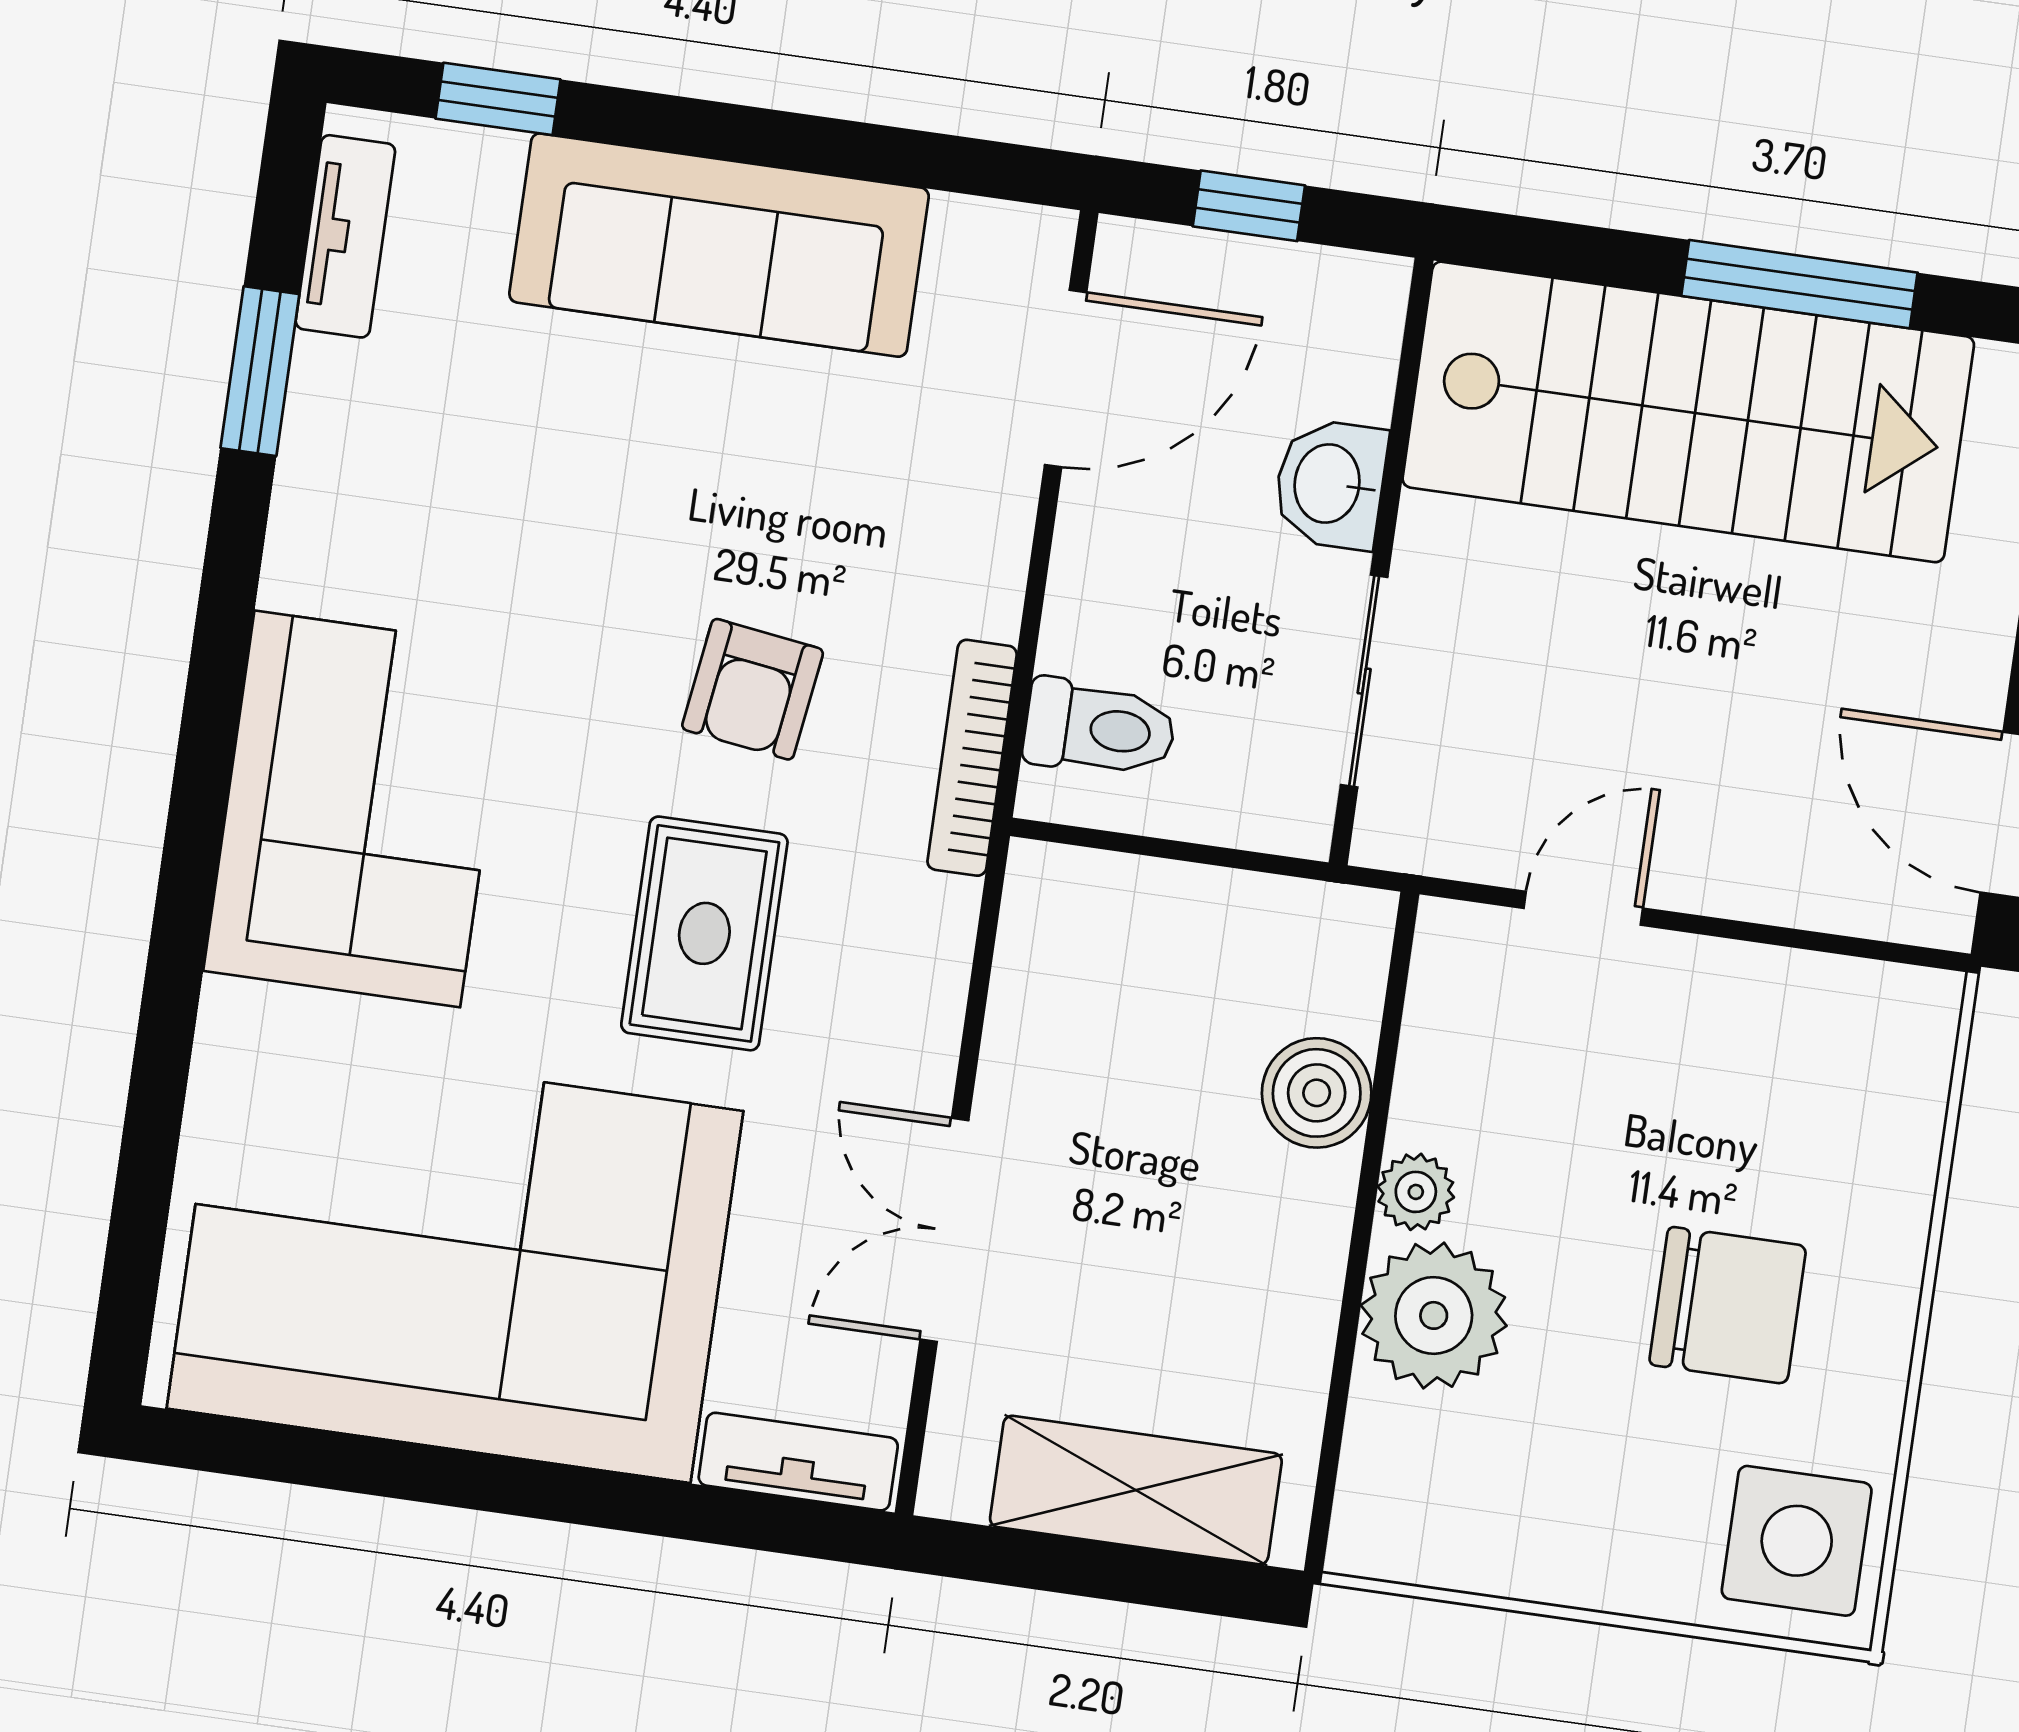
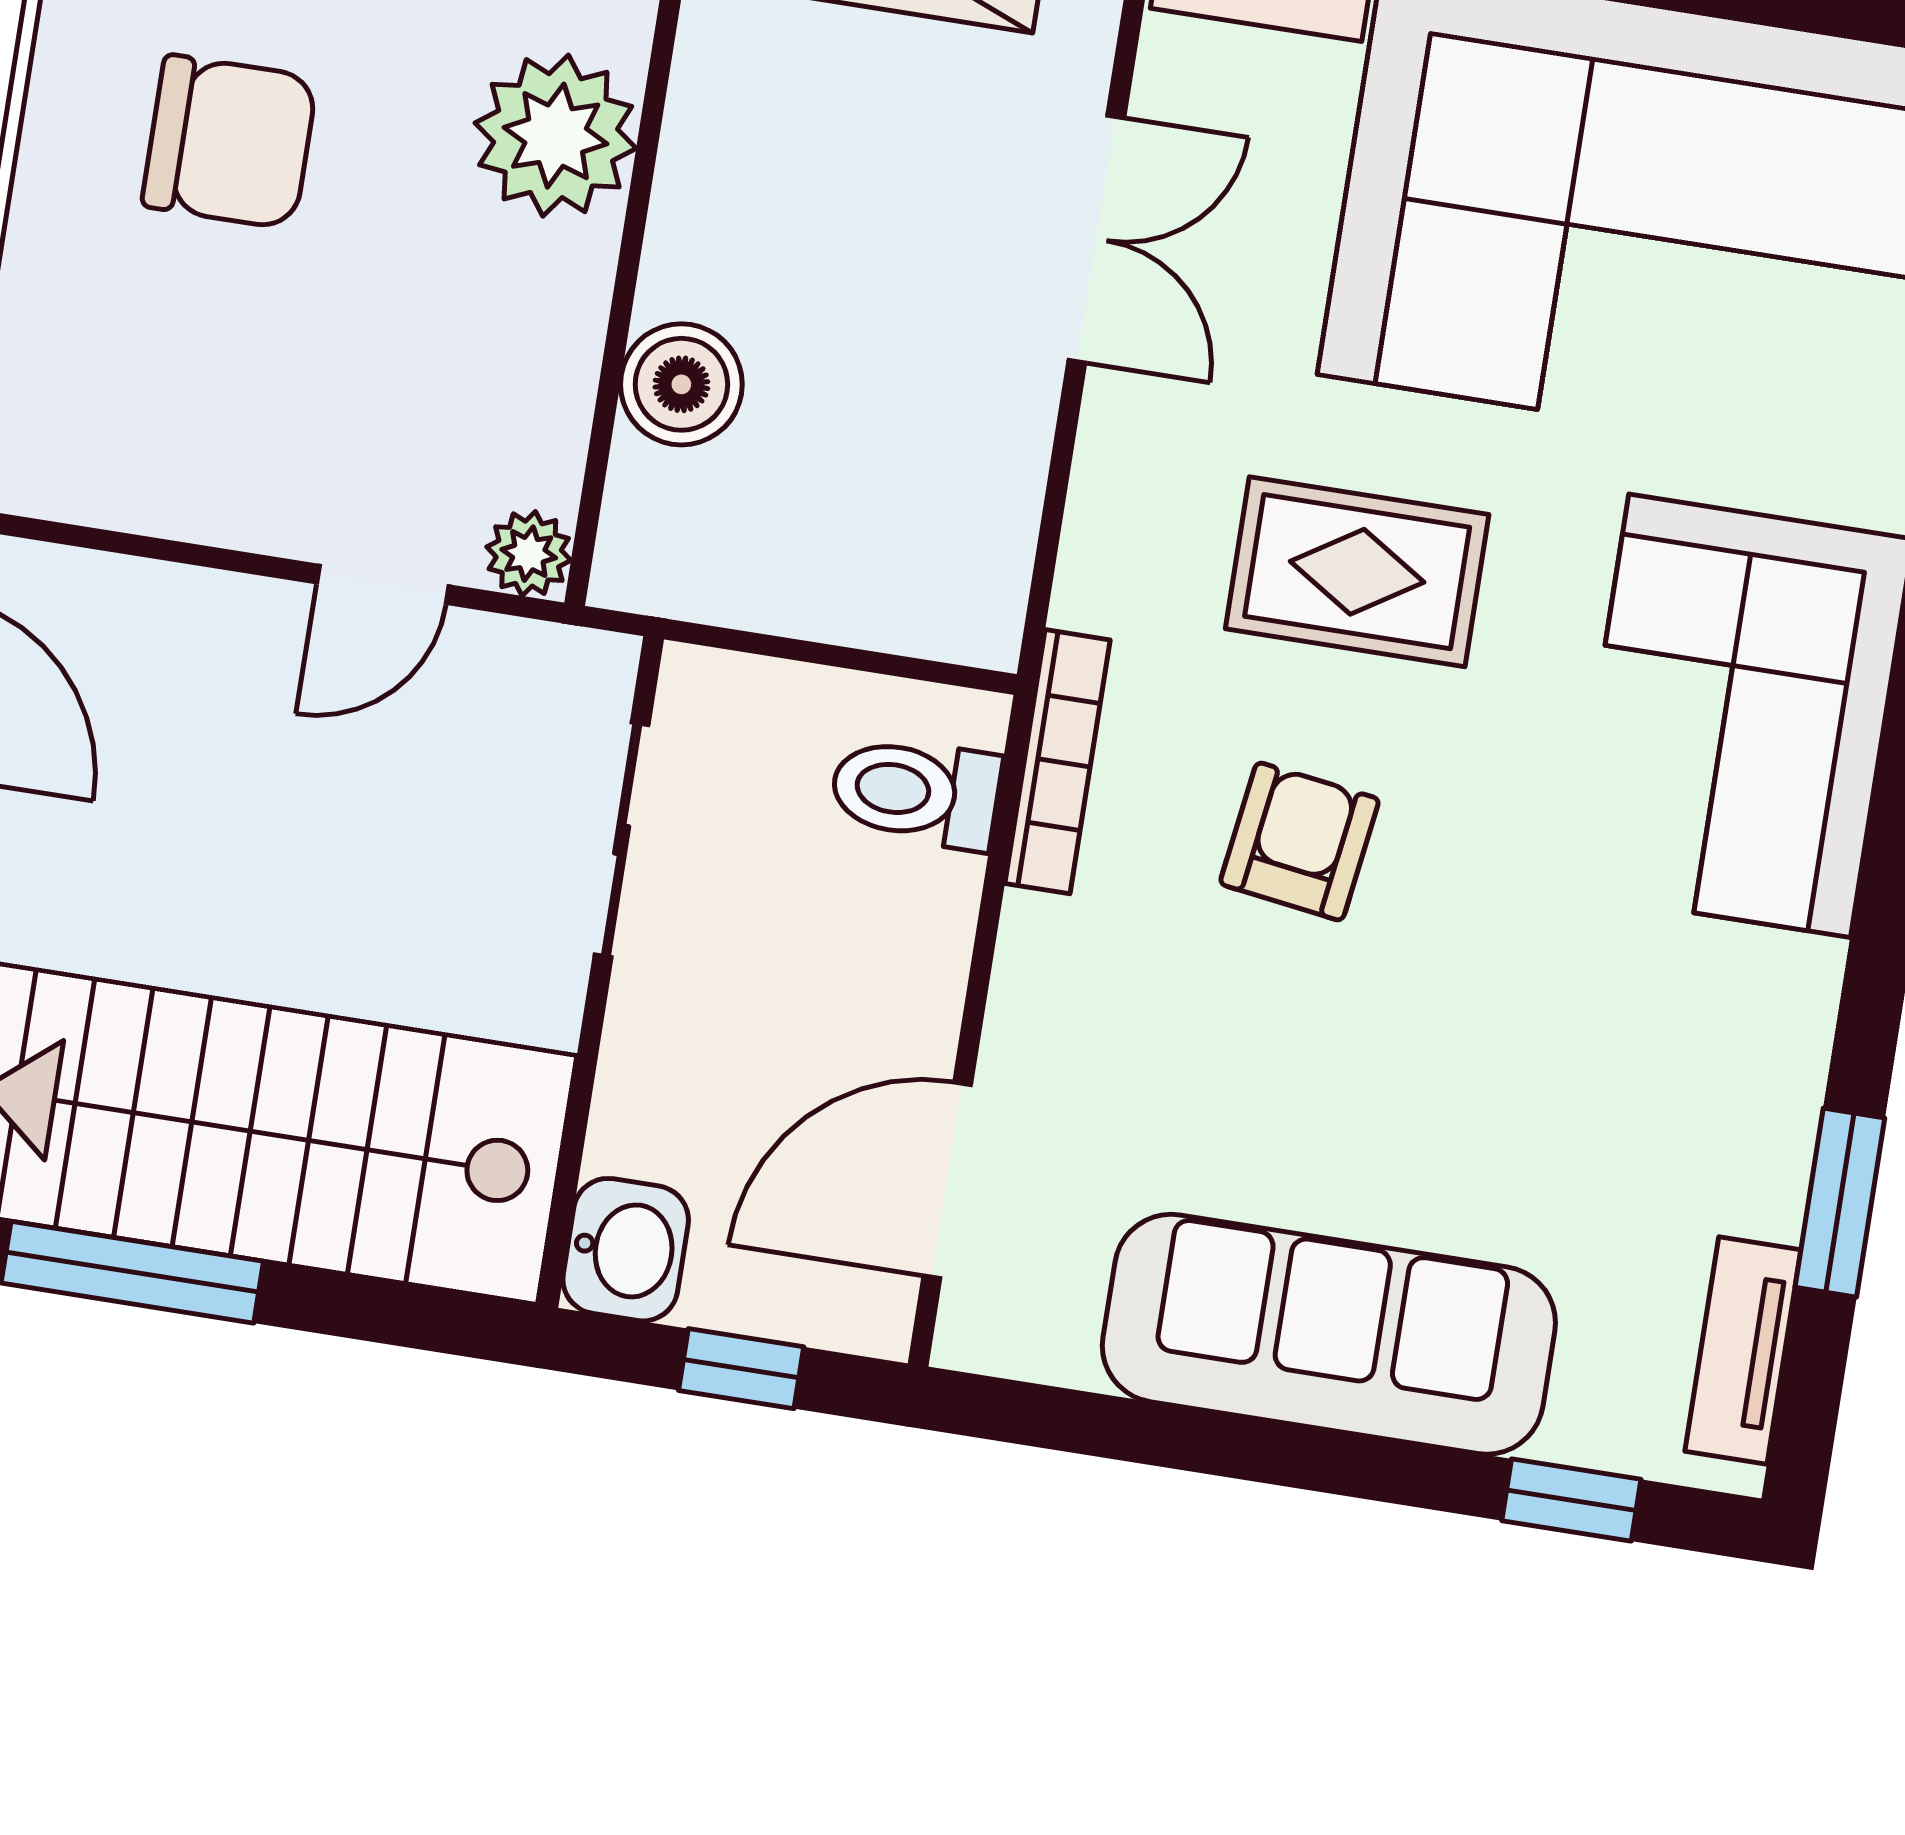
washbasin: (1330, 484) -> (626, 1250), moved
rug: (704, 933) -> (1357, 572), turned 90
plant: (1416, 1192) -> (529, 554), moved
chair: (1728, 1305) -> (230, 142), turned 180

